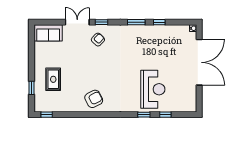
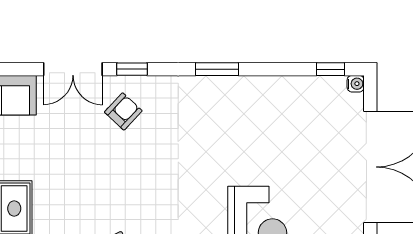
double door: (77, 22) -> (73, 69), swing flipped
window: (159, 22) -> (331, 69), moved

